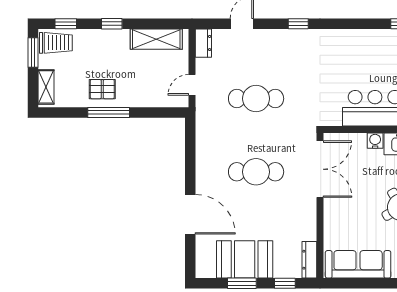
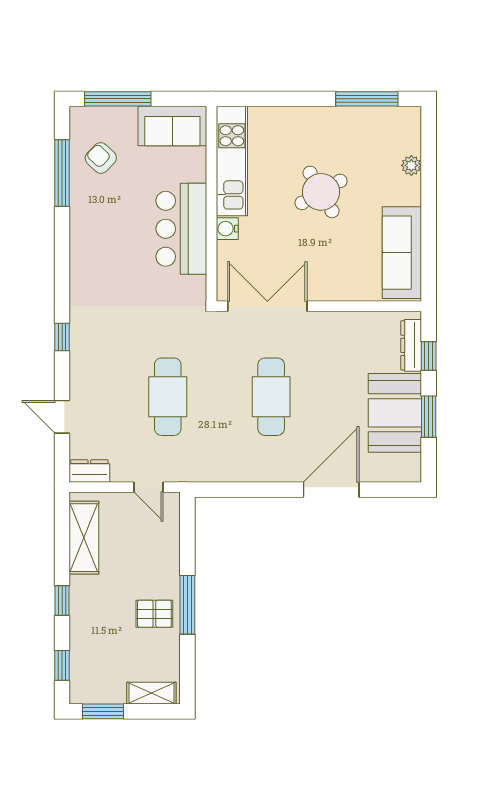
trolley: (56, 43) -> (89, 679), removed
pallet: (102, 89) -> (154, 614), turned 90
dresser: (309, 260) -> (411, 345), moved, turned 90

